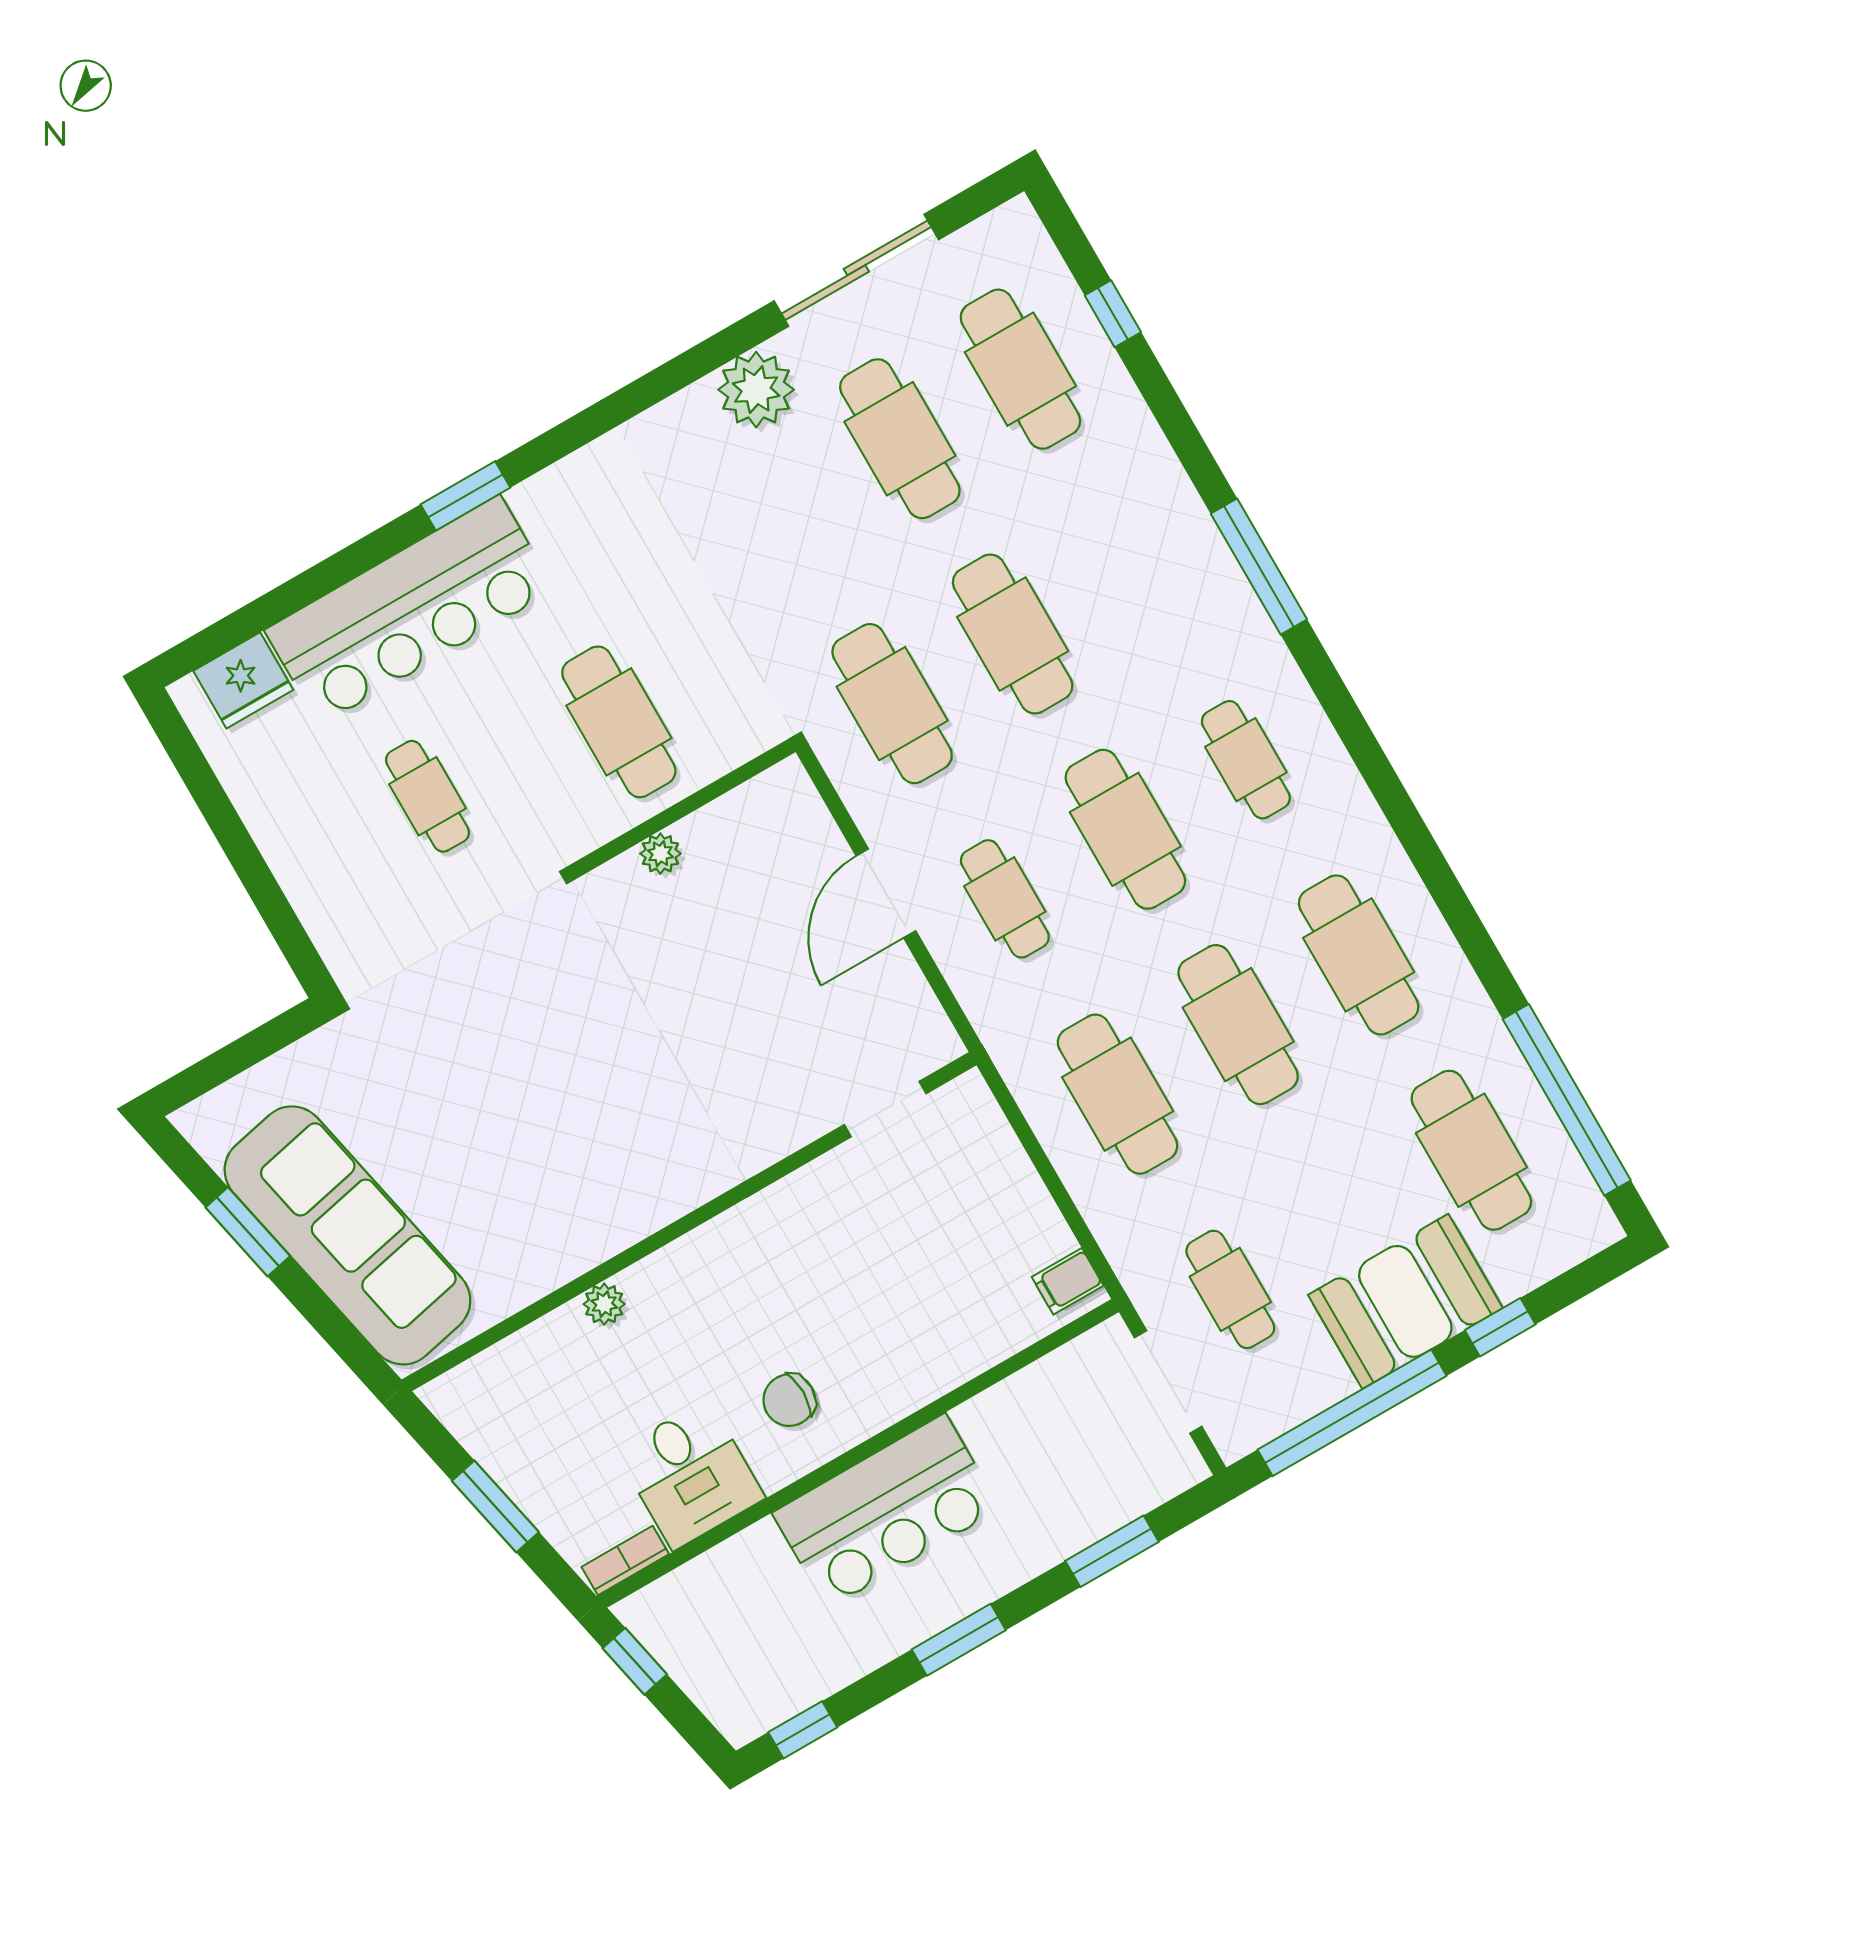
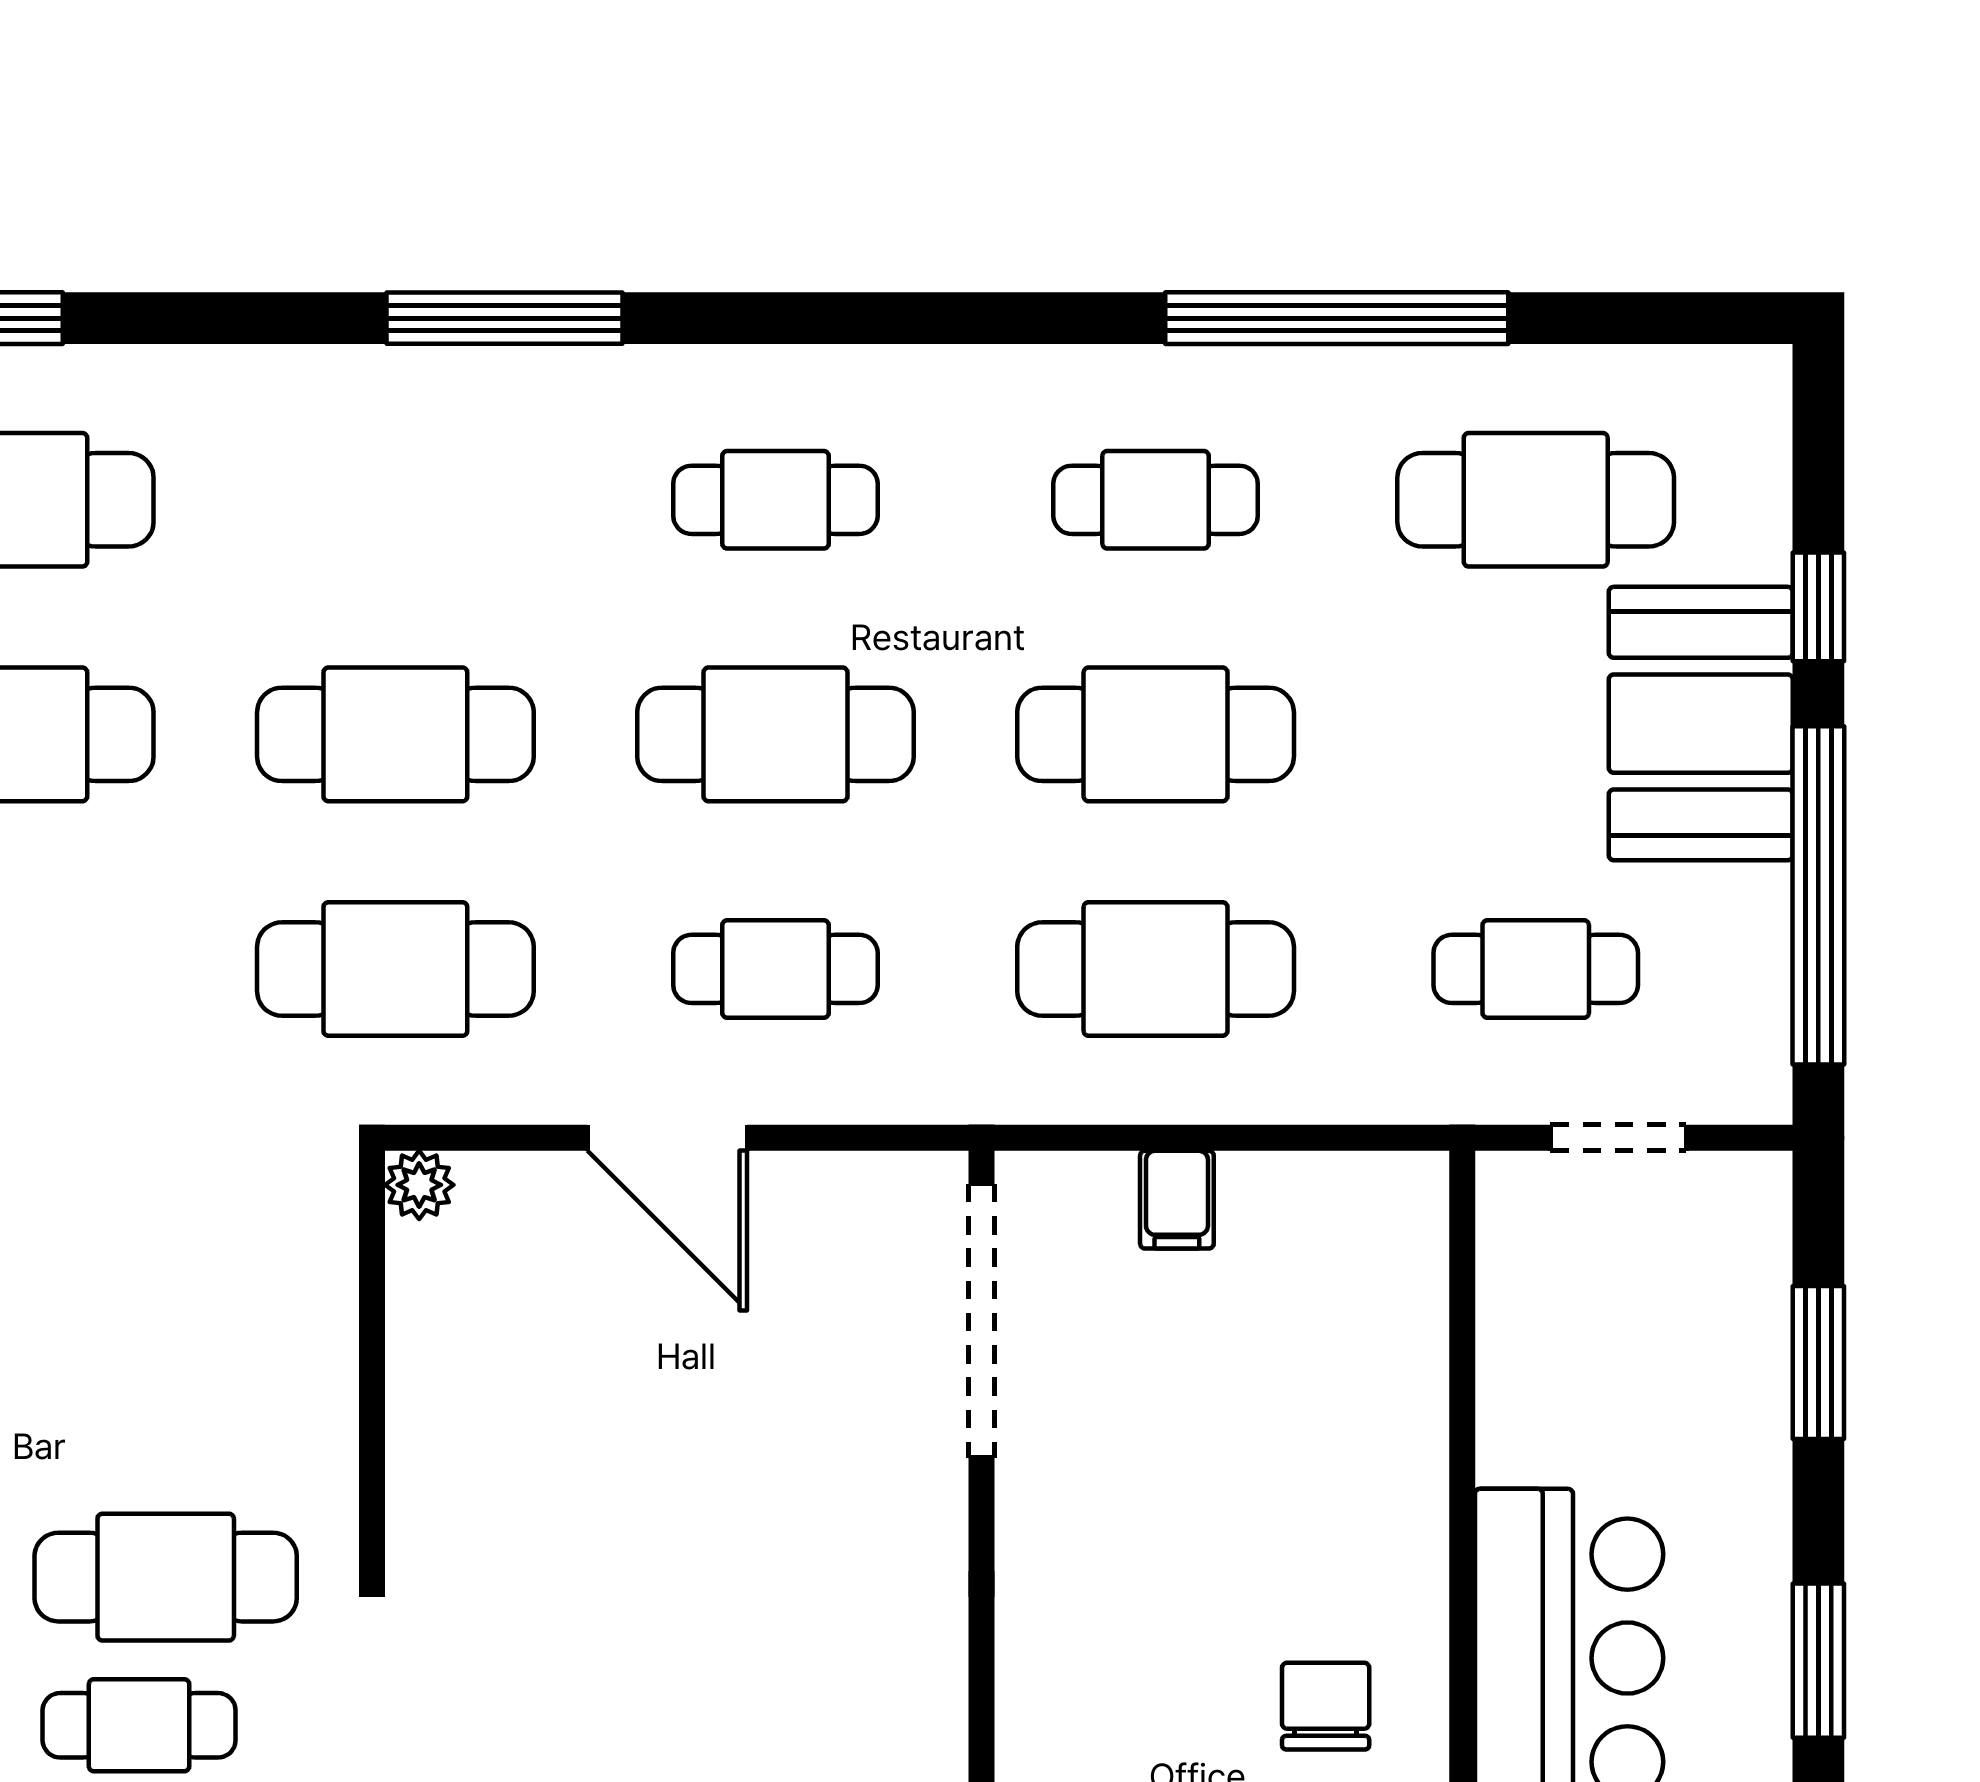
cafe table: (619, 722) -> (166, 1577), moved
plant: (660, 854) -> (419, 1185), moved
cafe table: (1359, 955) -> (1156, 500), width x0.73, depth x0.74
window: (1567, 1100) -> (1337, 318), moved
doorway: (885, 1109) -> (981, 1321), width x1.88
filing cabinet: (1068, 1281) -> (1177, 1200), moved
doorway: (1168, 1382) -> (1618, 1138), width x0.73
chair: (789, 1400) -> (1326, 1706), turned 180

